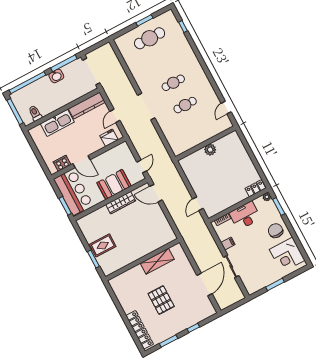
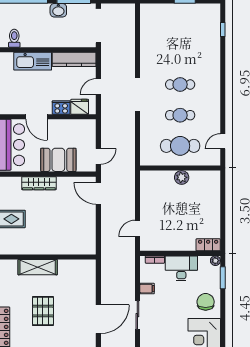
cafe table: (150, 38) -> (180, 146), moved
cooker: (62, 163) -> (61, 108), moved
wardrobe: (121, 203) -> (39, 183), moved
shelving: (157, 261) -> (38, 267), moved

